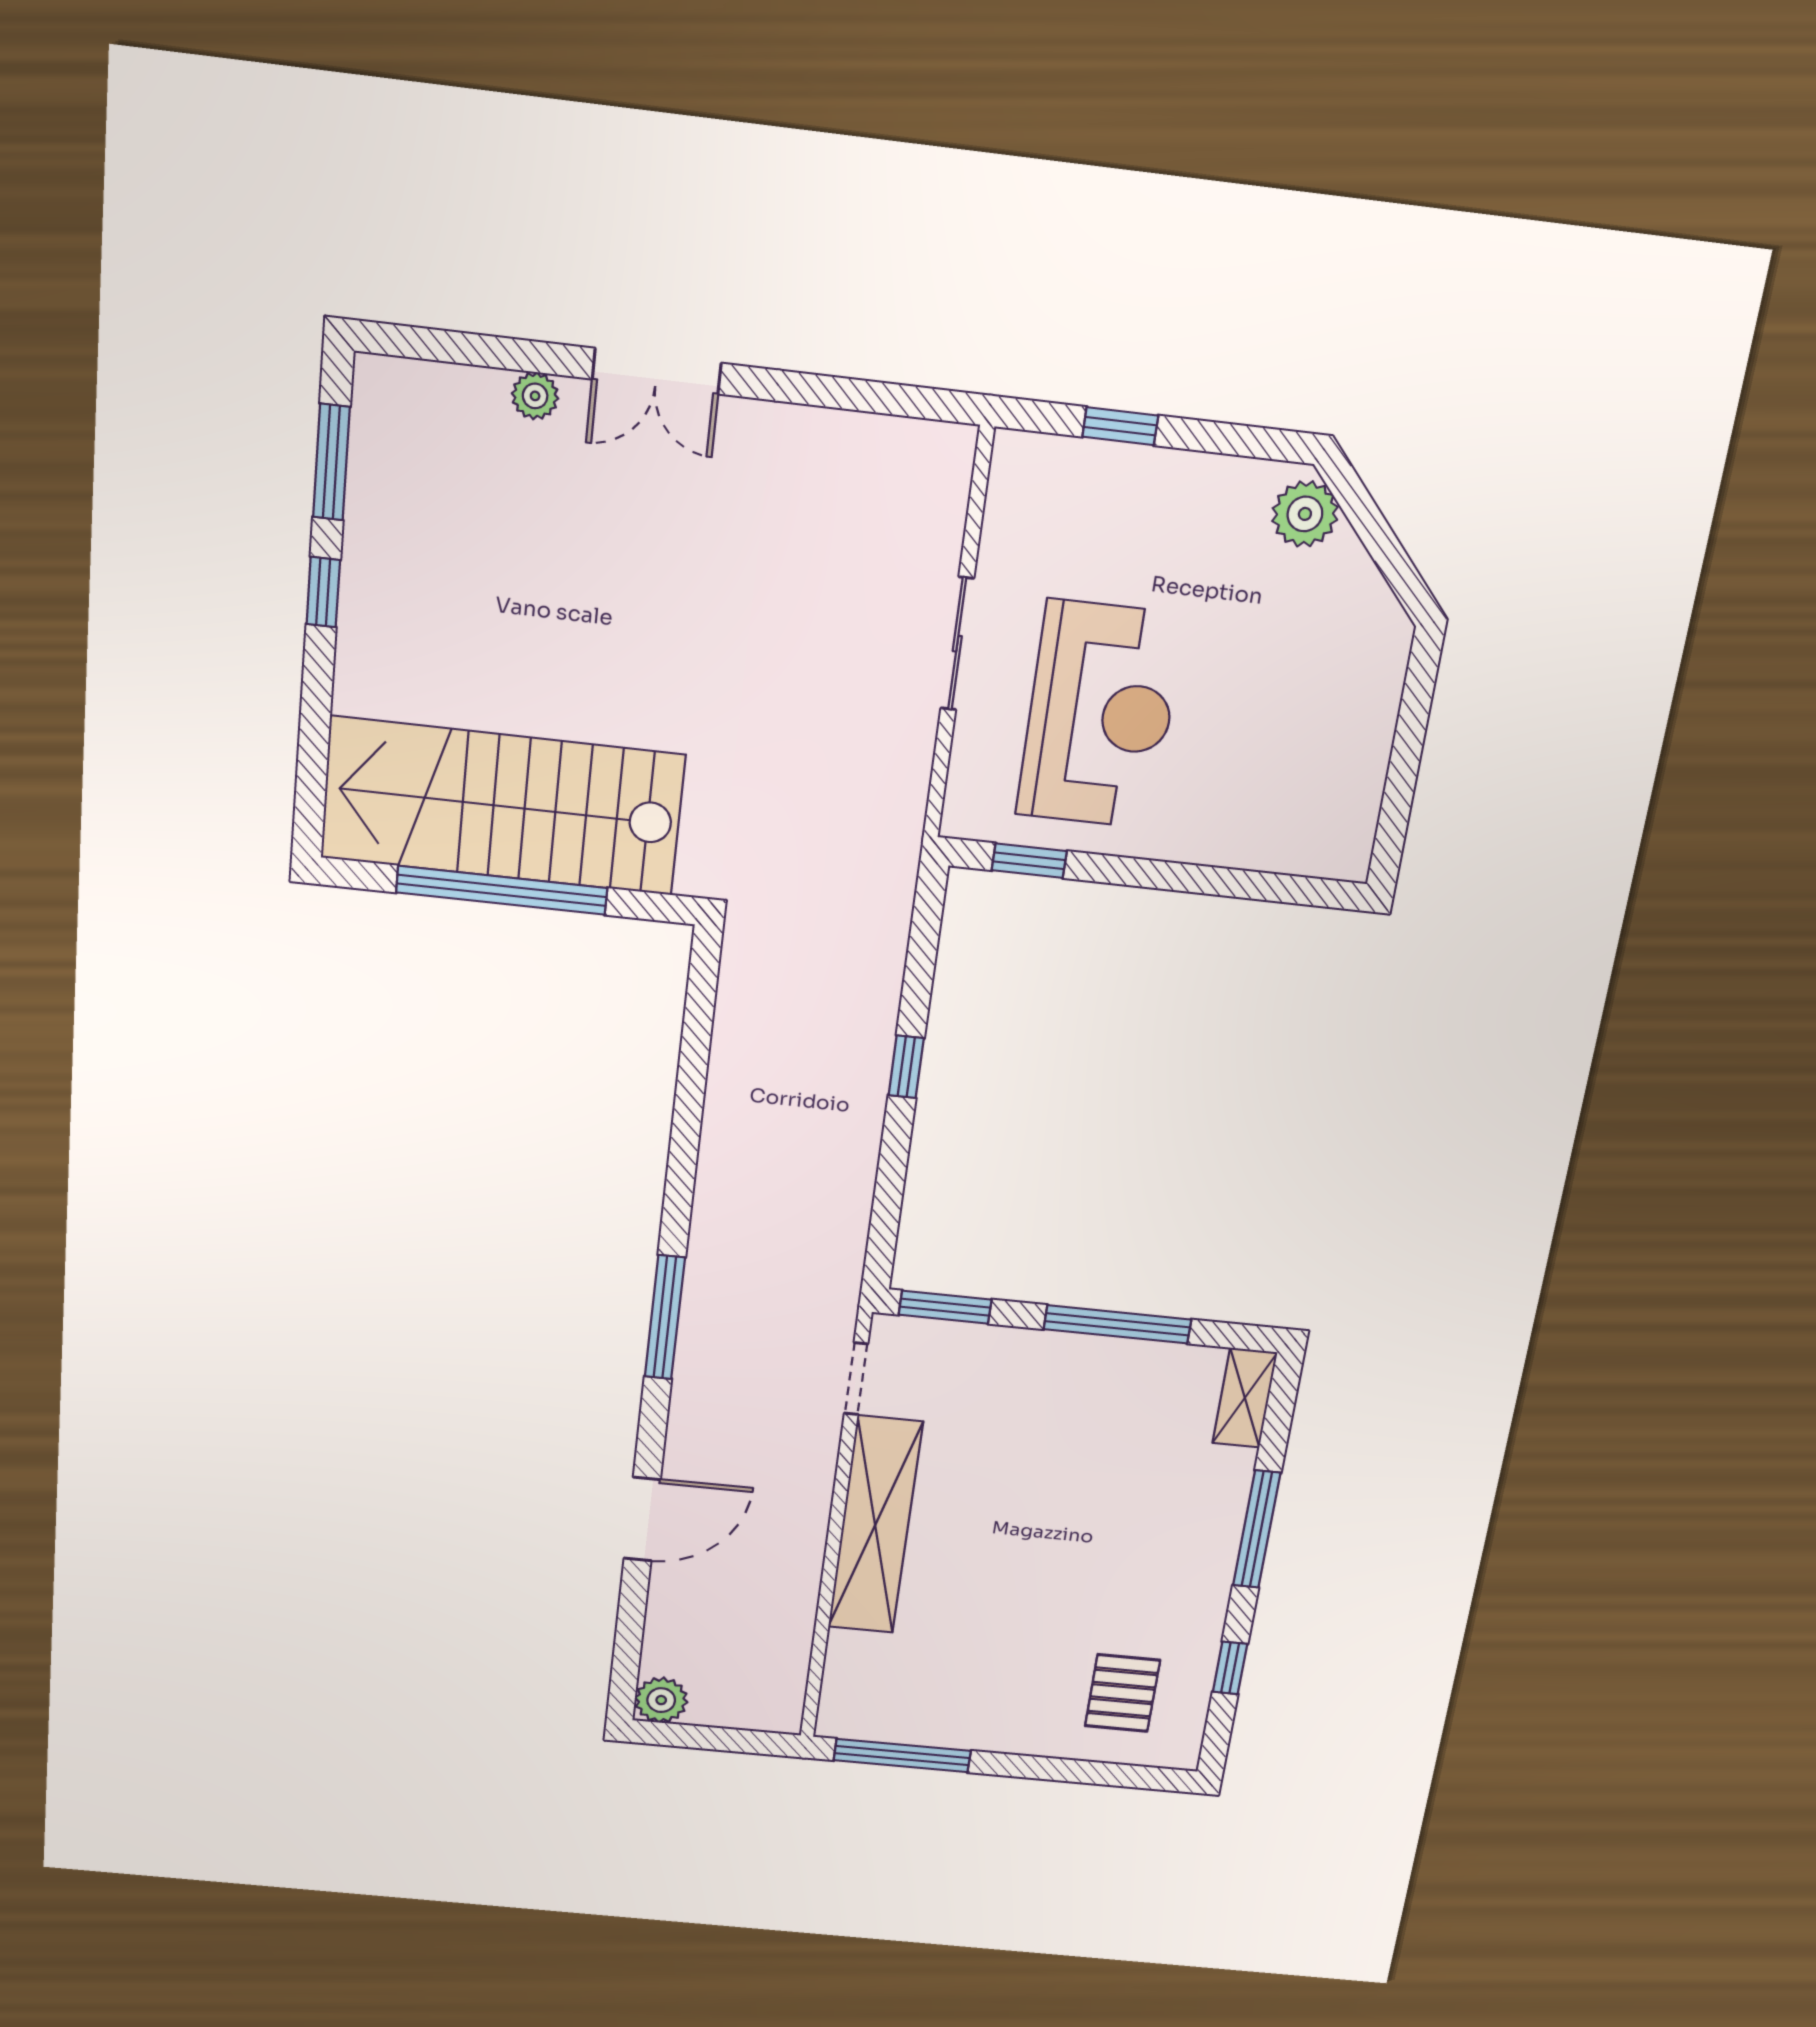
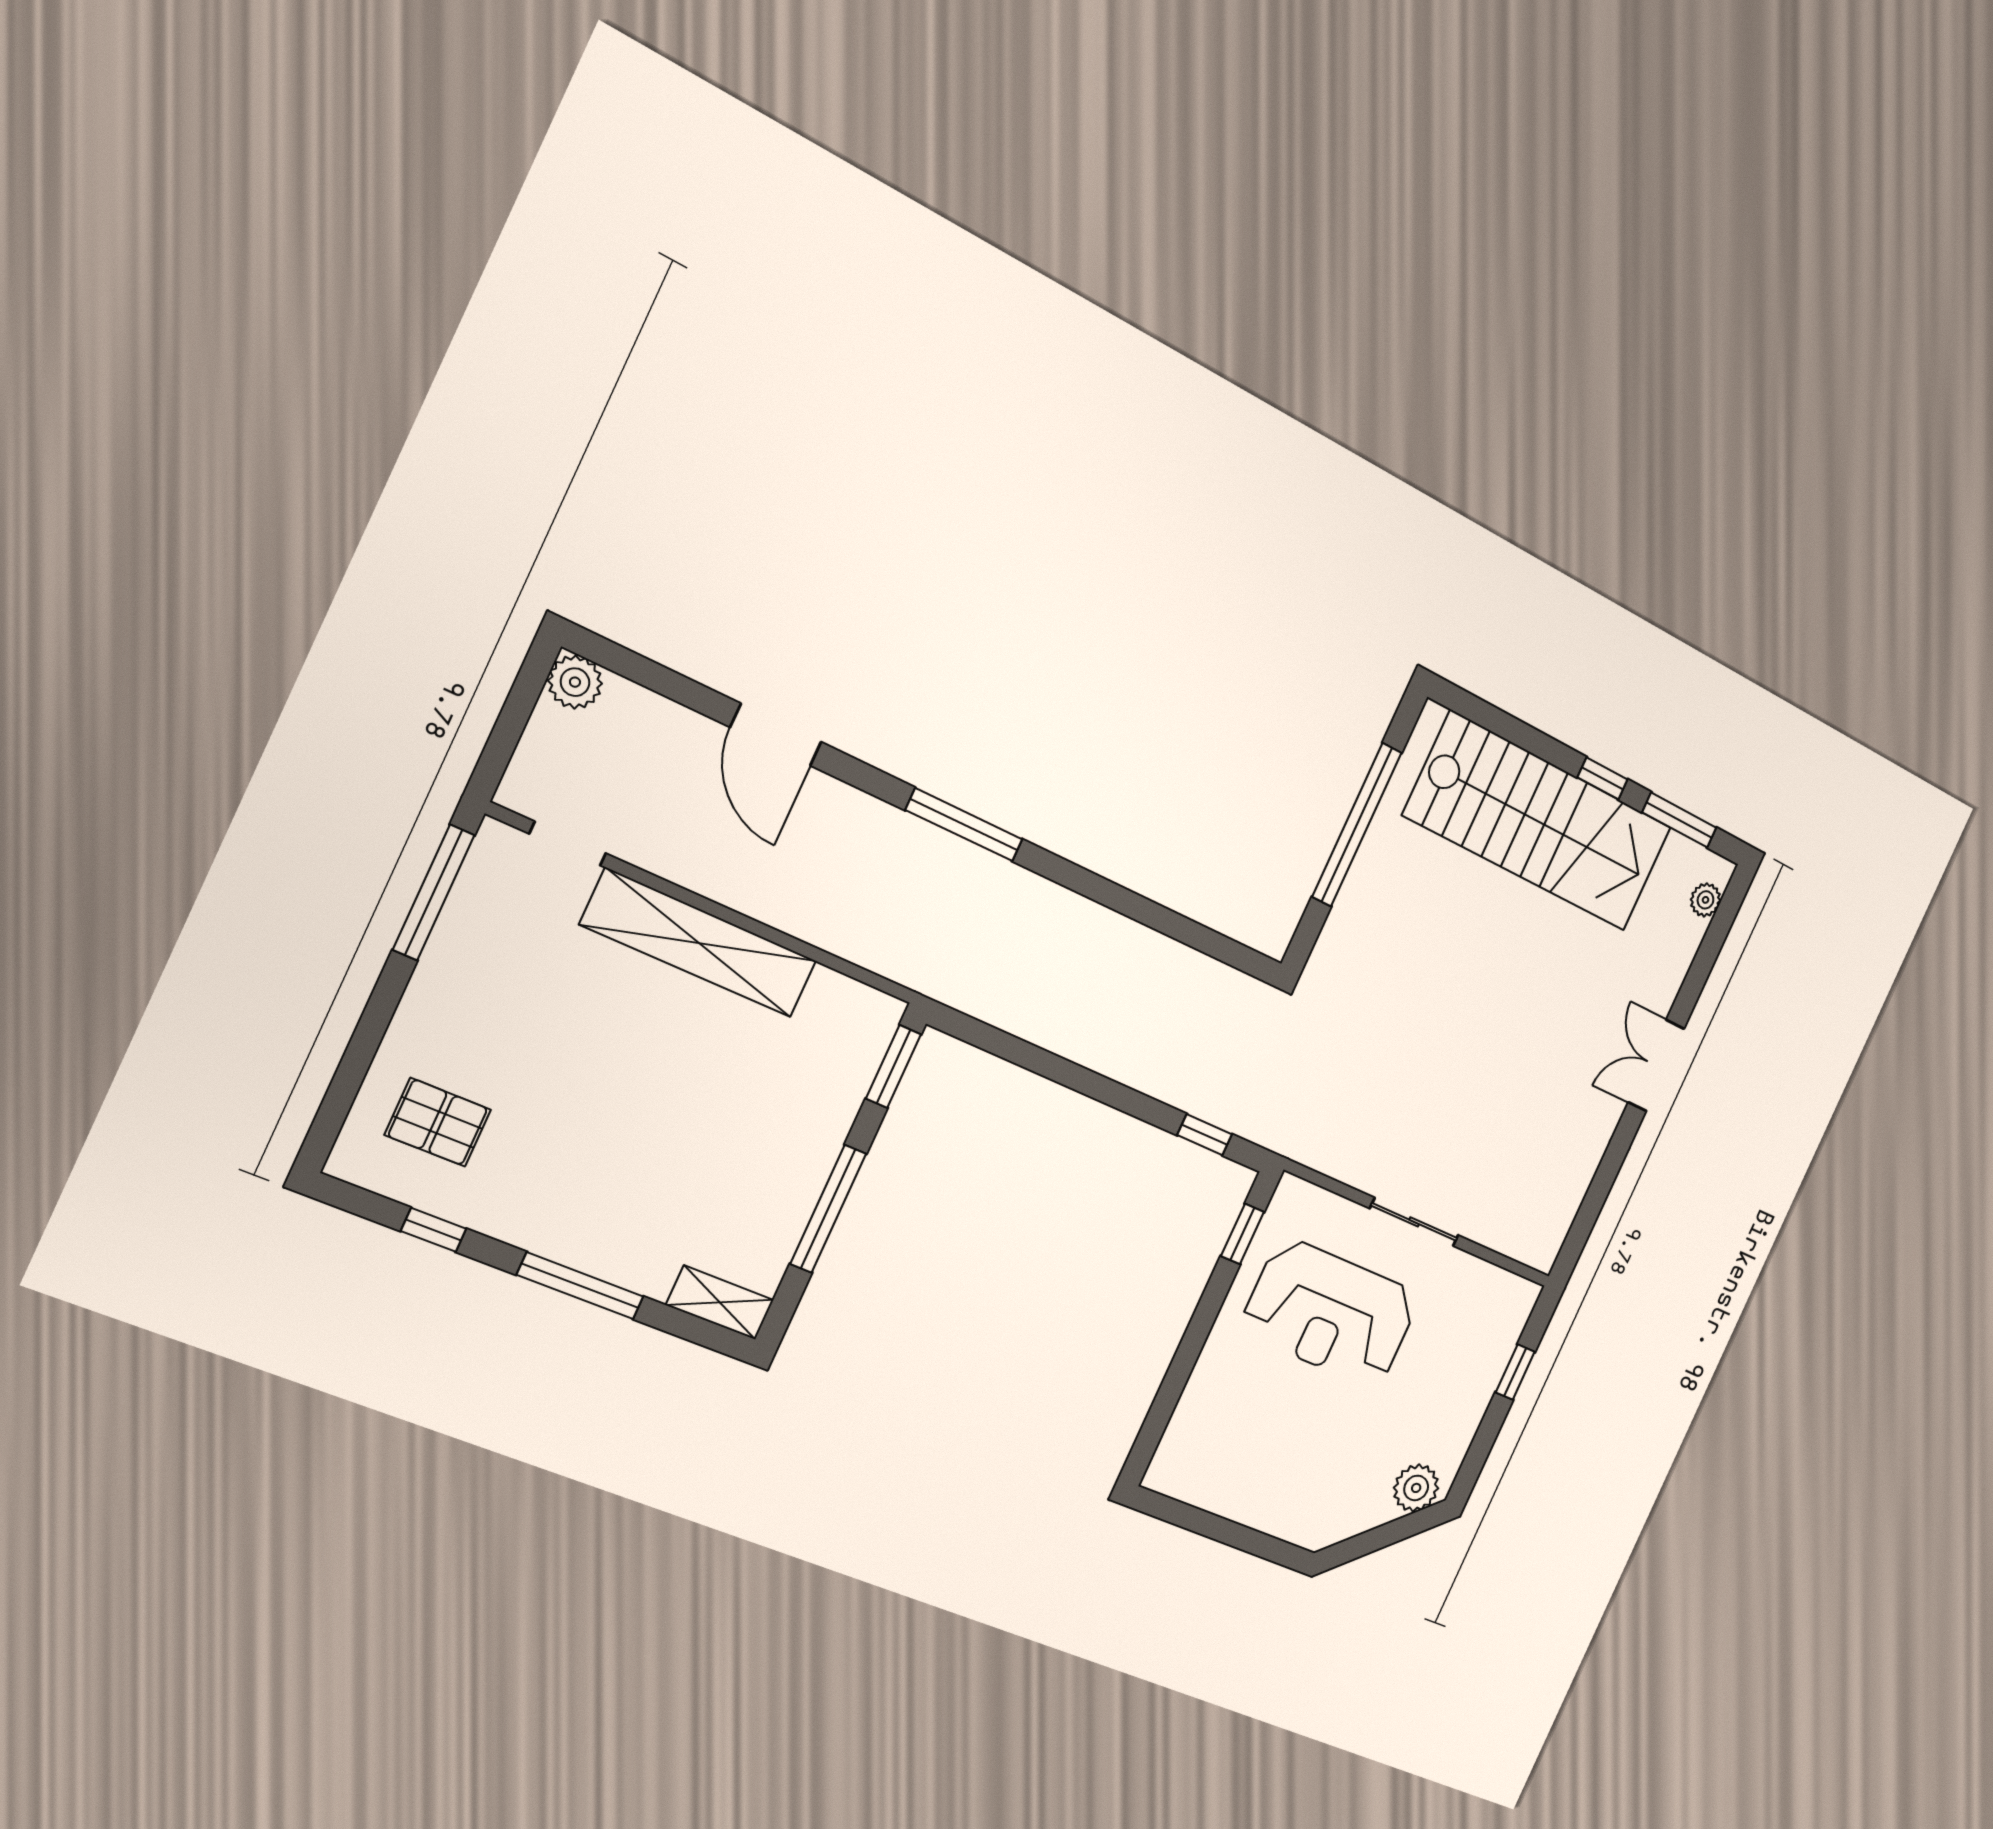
plant: (535, 396) -> (1705, 900), moved
stairs: (502, 806) -> (1539, 822), moved, turned 90
window: (906, 1067) -> (1205, 1135), moved
doorway: (856, 1379) -> (568, 844), moved

